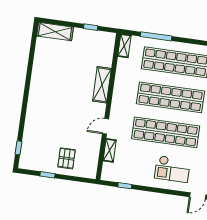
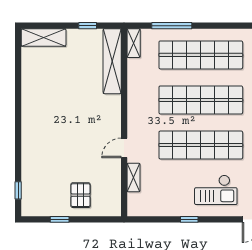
shelving: (102, 85) -> (112, 61), moved, width x1.47
window: (125, 186) -> (189, 219), moved

